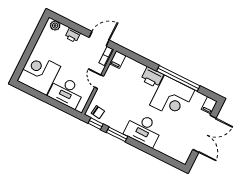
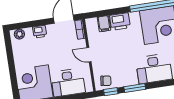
filing cabinet: (118, 60) -> (104, 24), moved
printer: (152, 77) -> (120, 21), moved

